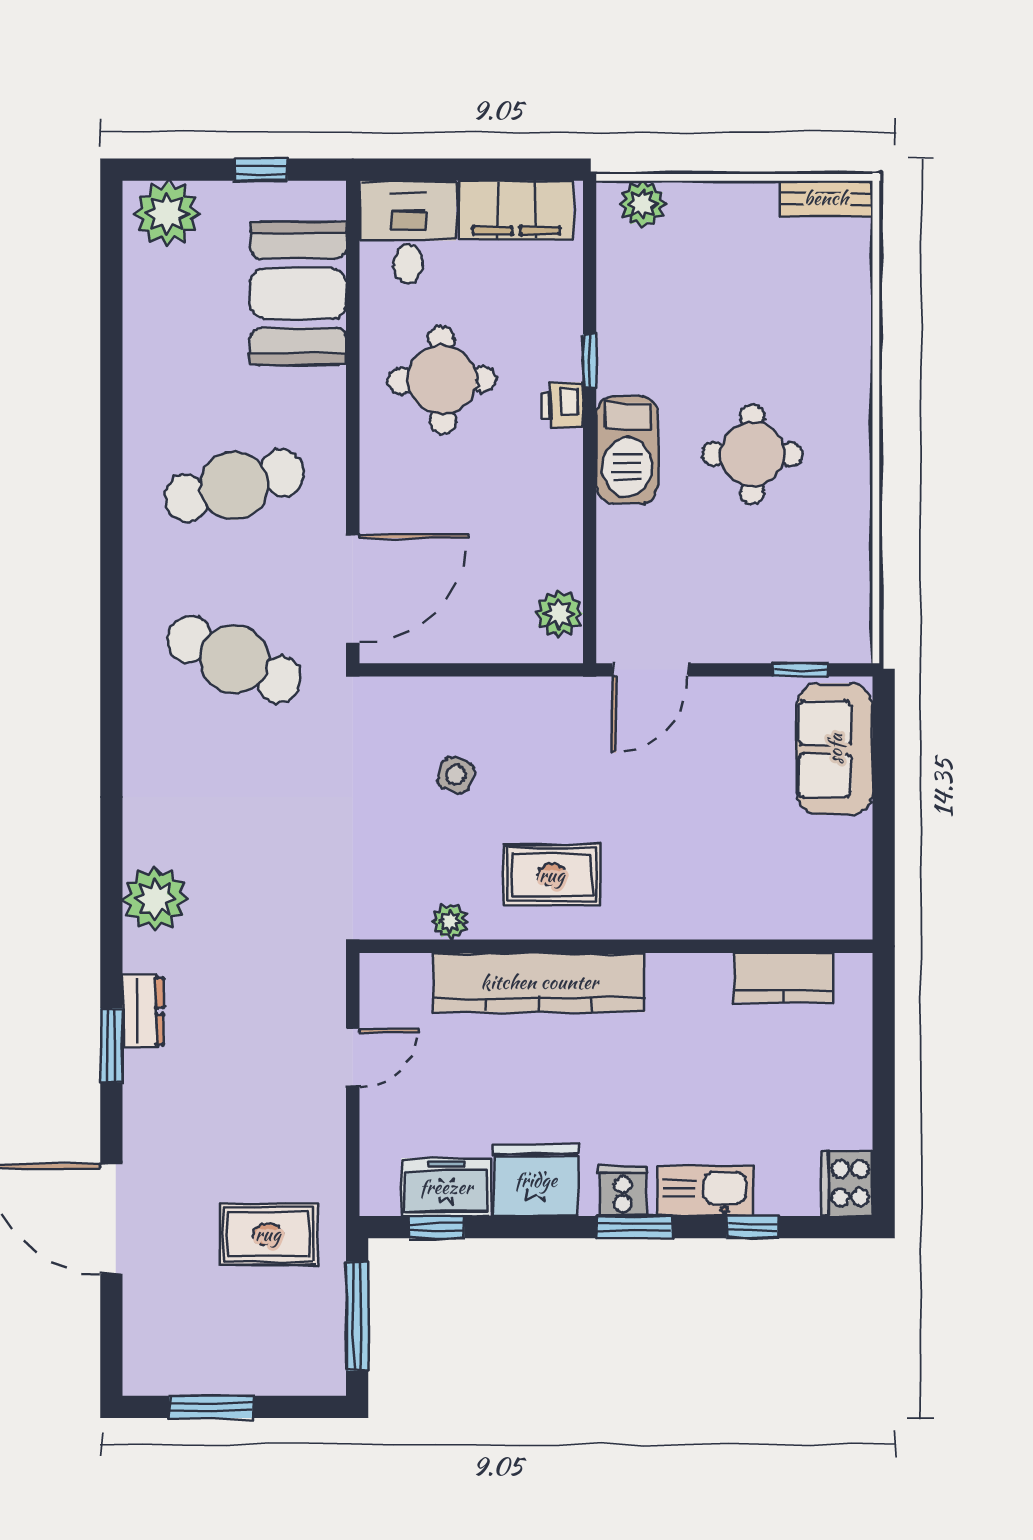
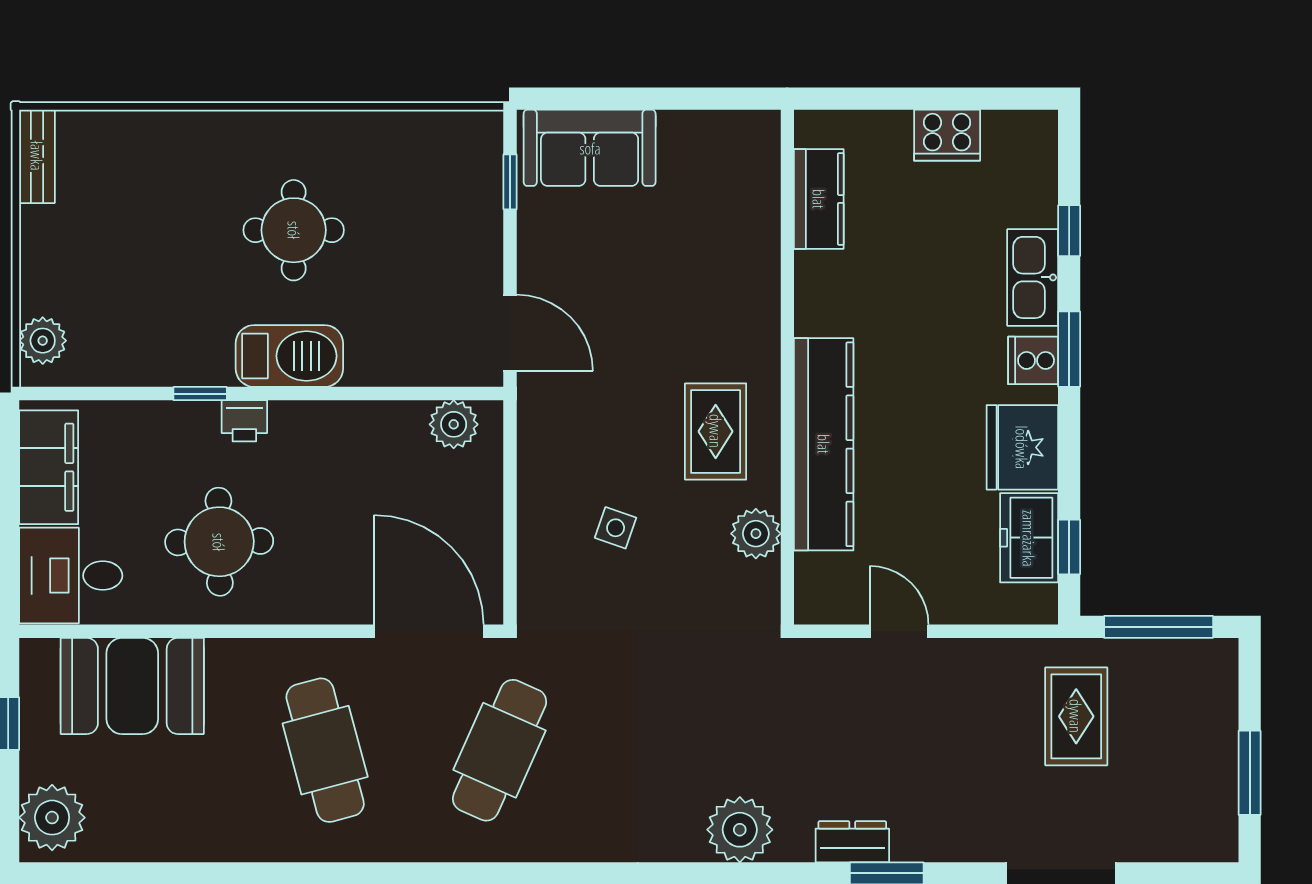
plant: (450, 922) -> (756, 534), width x1.38, depth x1.38
cooker: (847, 1183) -> (947, 135), moved

